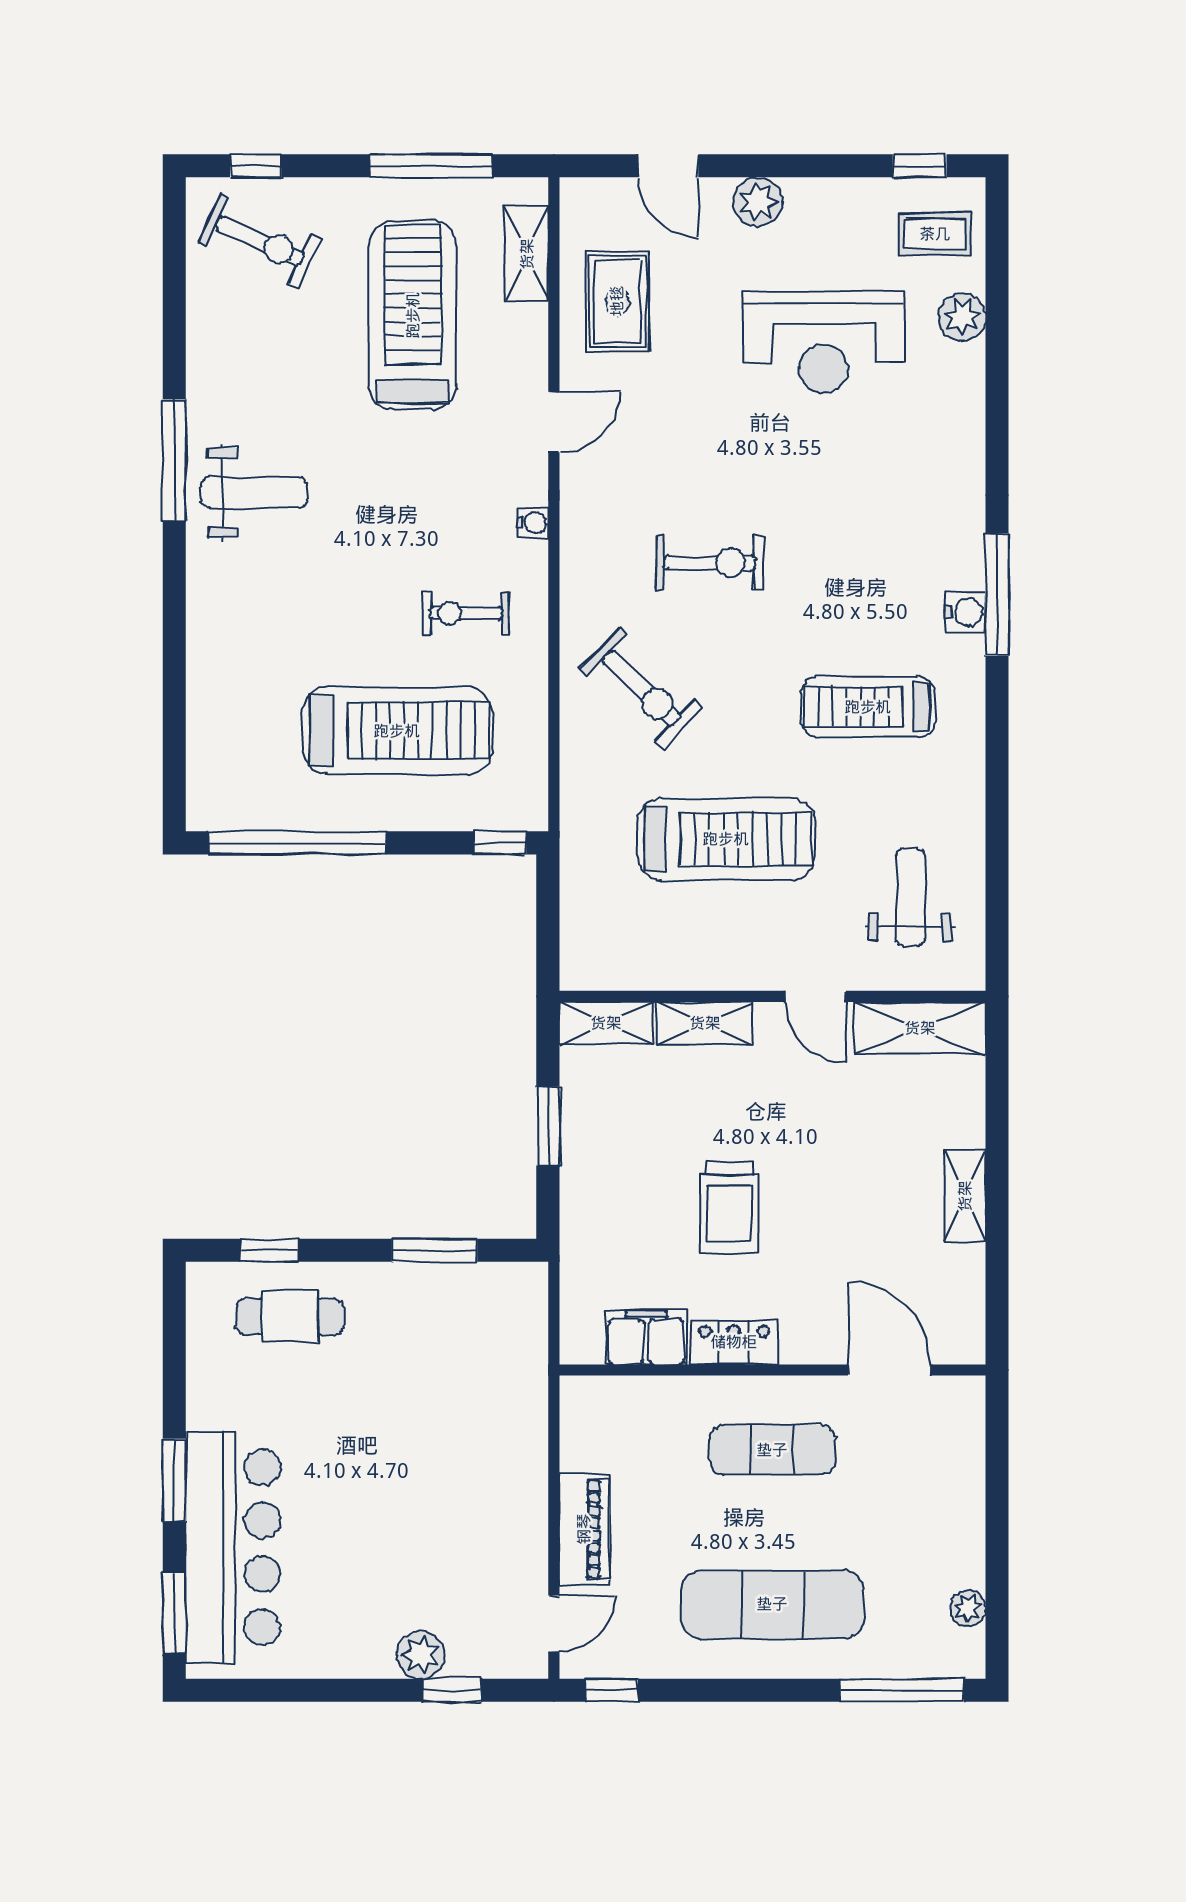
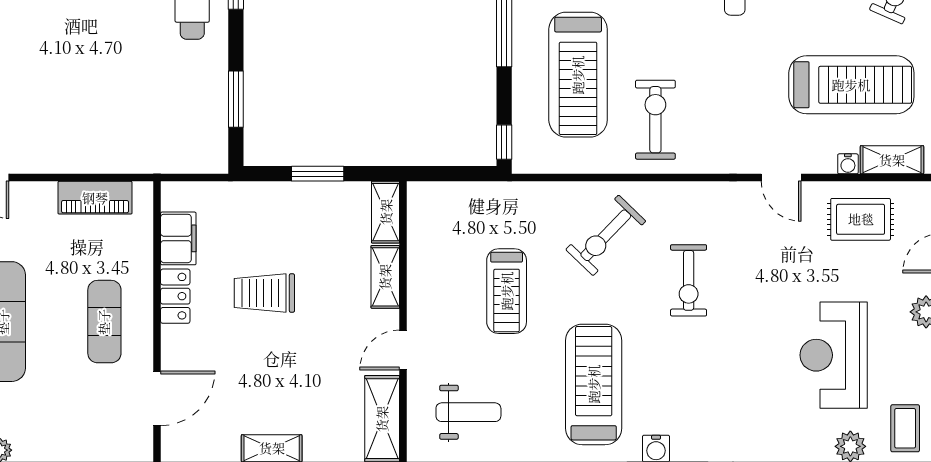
water cooler: (533, 523) -> (848, 164), moved
exercise bike: (466, 613) -> (655, 120), width x1.38, depth x1.39
treadmill: (868, 707) -> (594, 384), width x1.37, depth x1.38
treadmill: (726, 839) -> (507, 291), width x0.73, depth x0.73
piano: (584, 1529) -> (95, 198), moved

